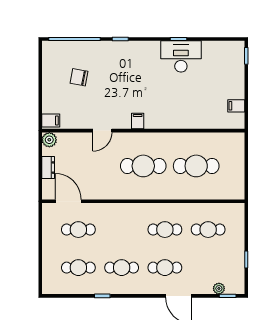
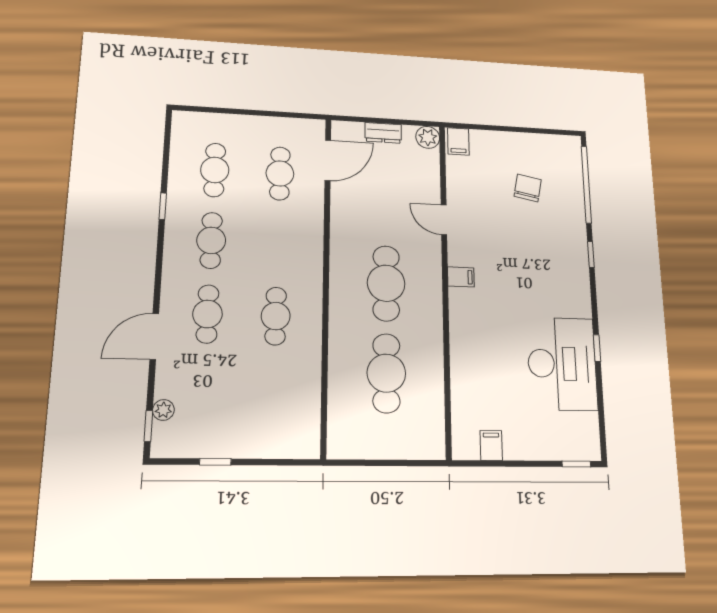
desk: (181, 56) -> (562, 364), width x1.36, depth x1.30
cafe table: (208, 230) -> (273, 392), removed

